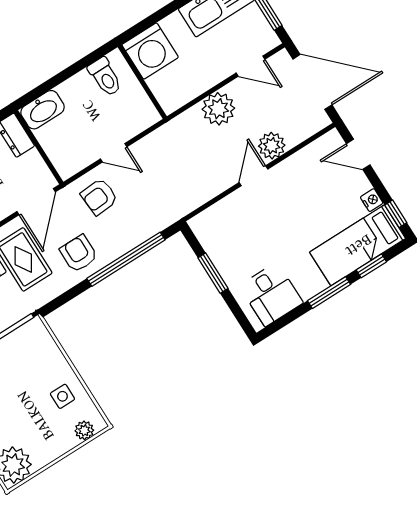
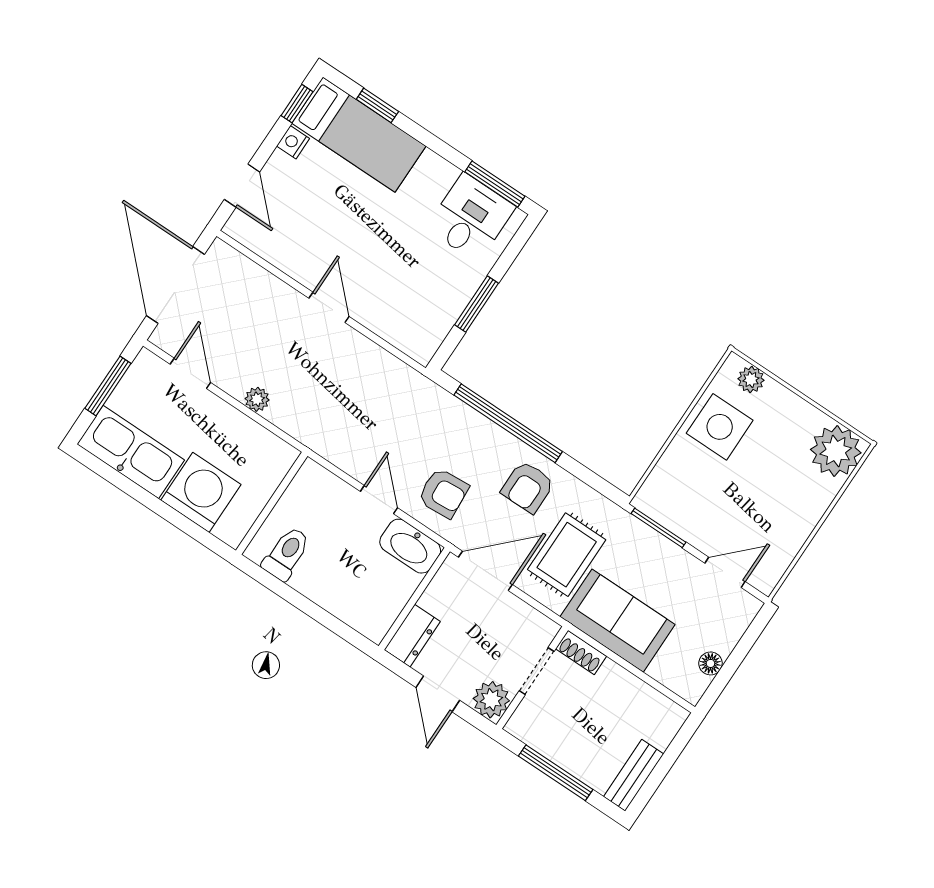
washing machine: (150, 51) -> (201, 492), moved
plant: (218, 109) -> (257, 399), width x0.53, depth x0.53
washbasin: (42, 110) -> (410, 546), moved, turned 180
plant: (272, 146) -> (280, 301), removed
door: (253, 176) -> (329, 307), swing flipped
window: (329, 293) -> (495, 184), moved
side table: (62, 396) -> (720, 427), width x1.87, depth x1.87

